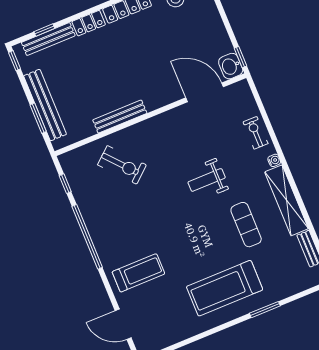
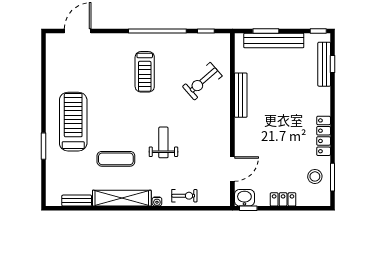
locker: (89, 23) -> (283, 199), moved, turned 90
door: (205, 92) -> (232, 169), width x0.73
treadmill: (138, 273) -> (145, 72), moved

